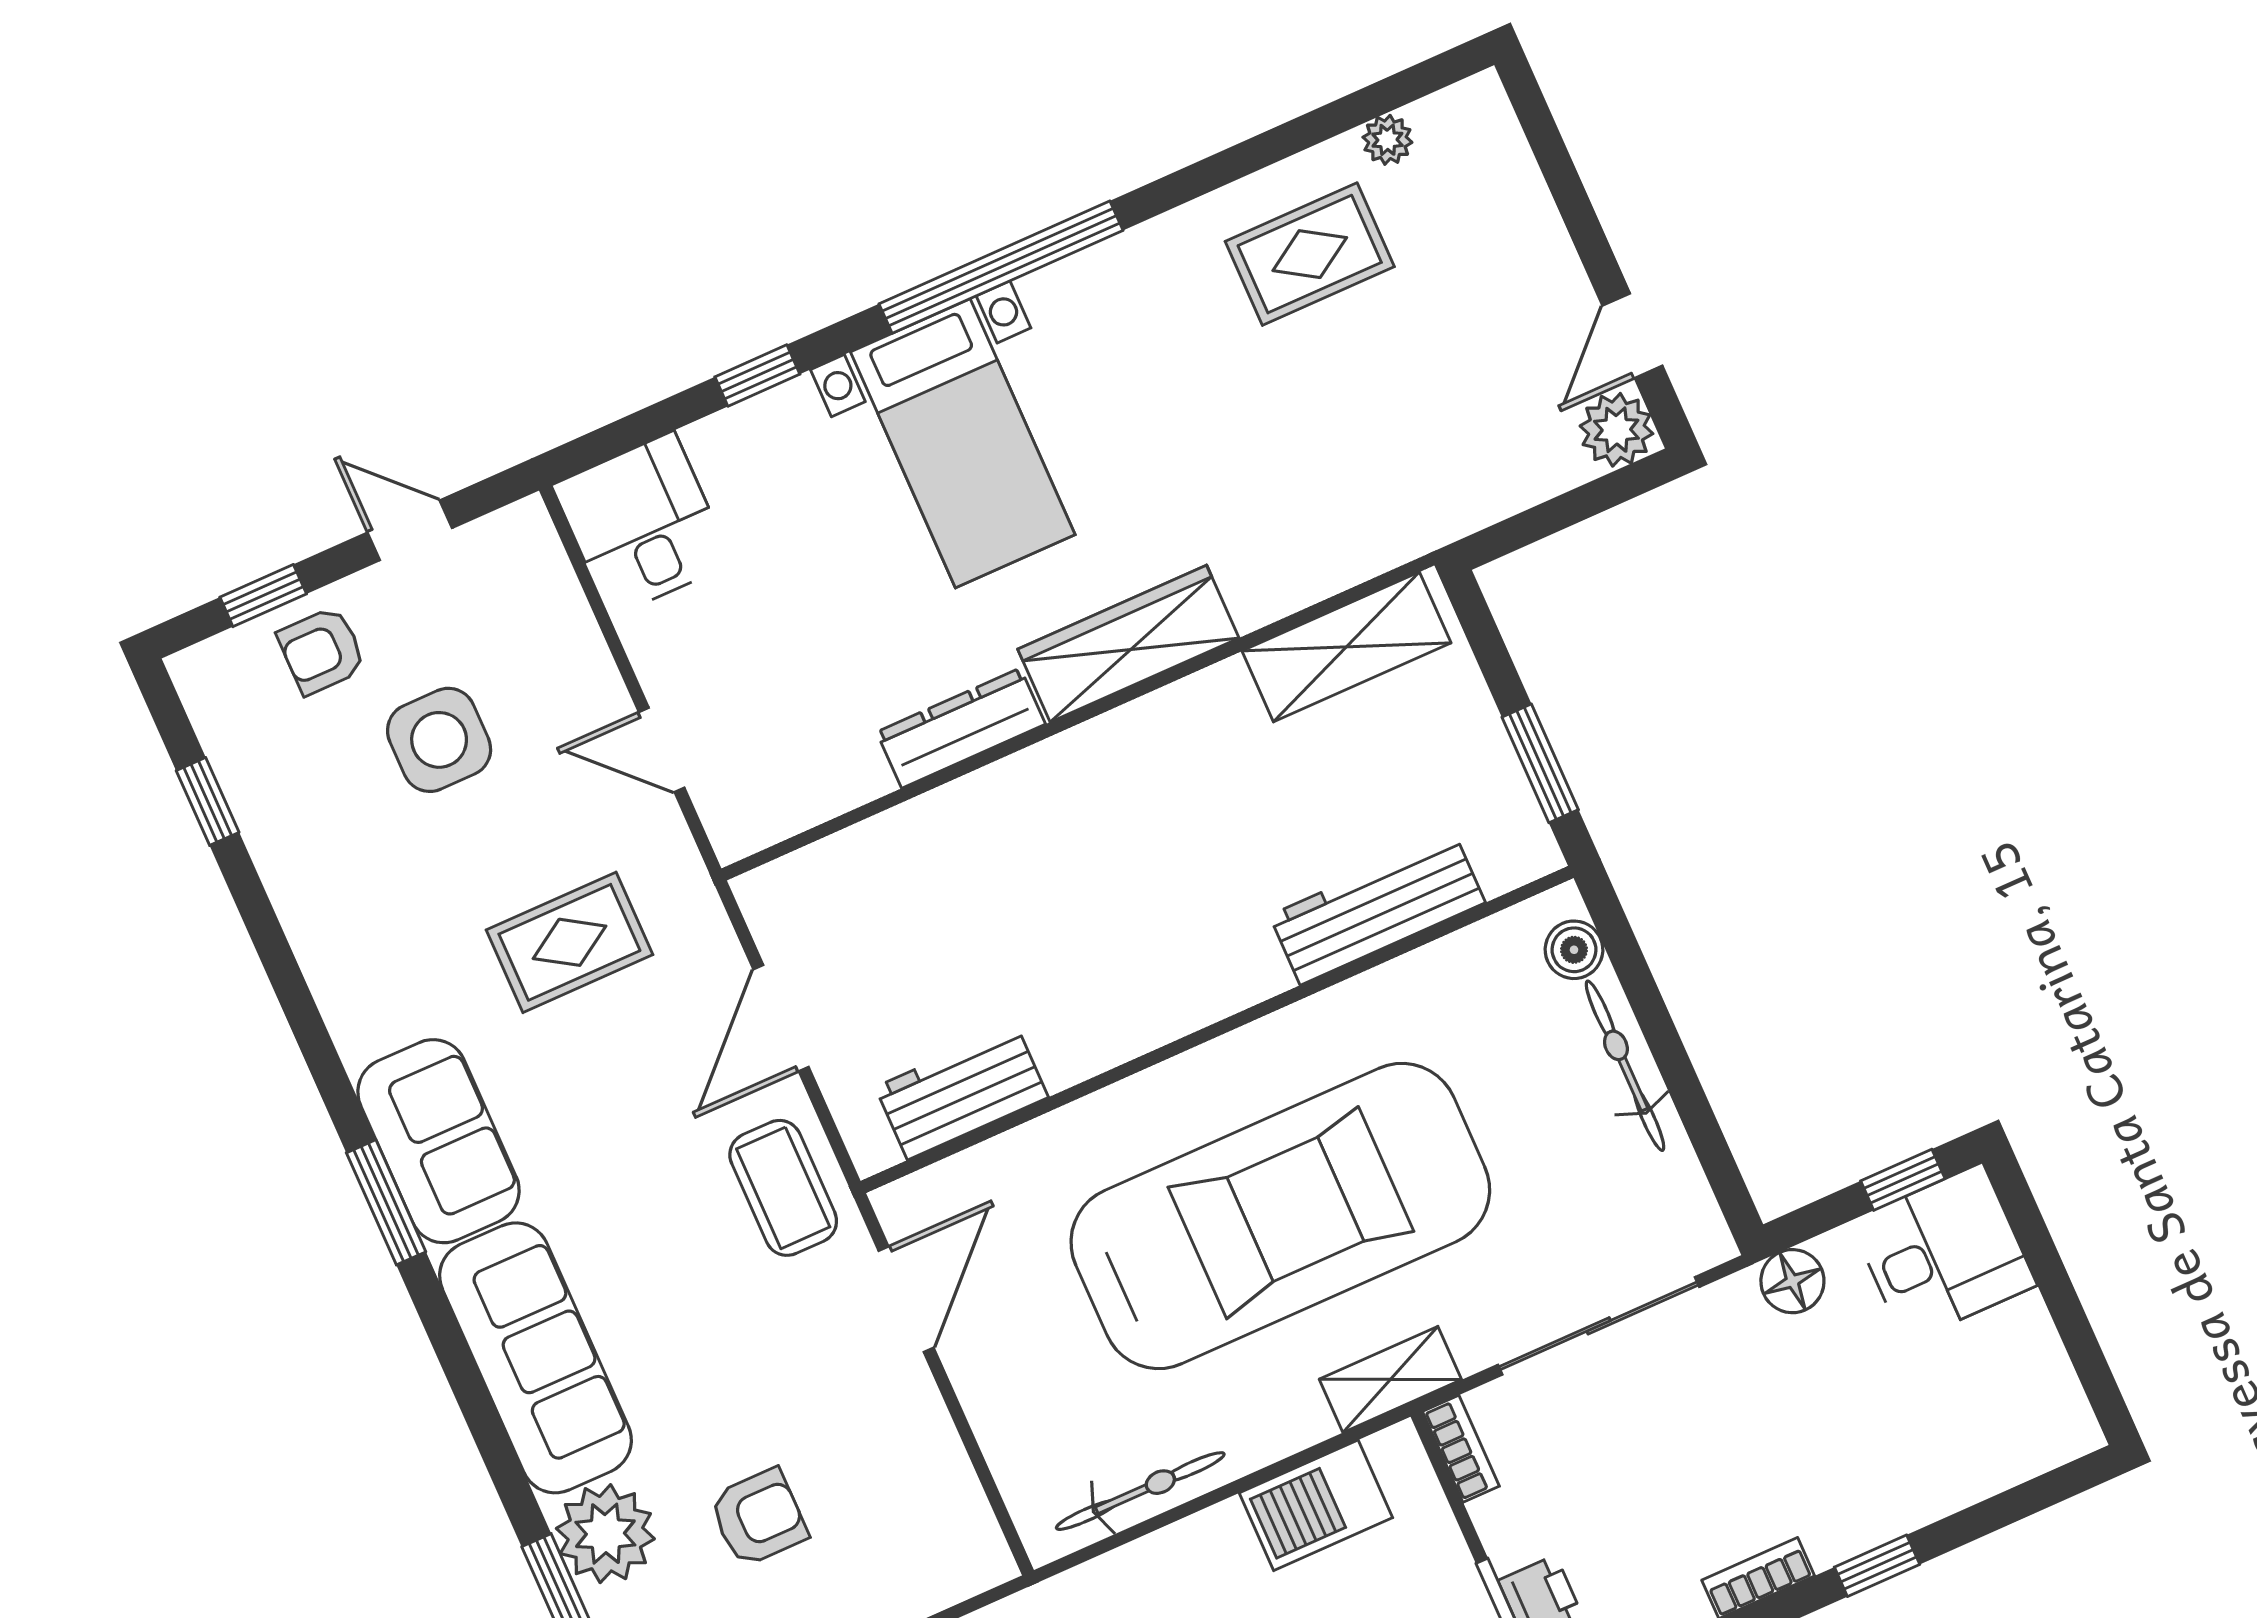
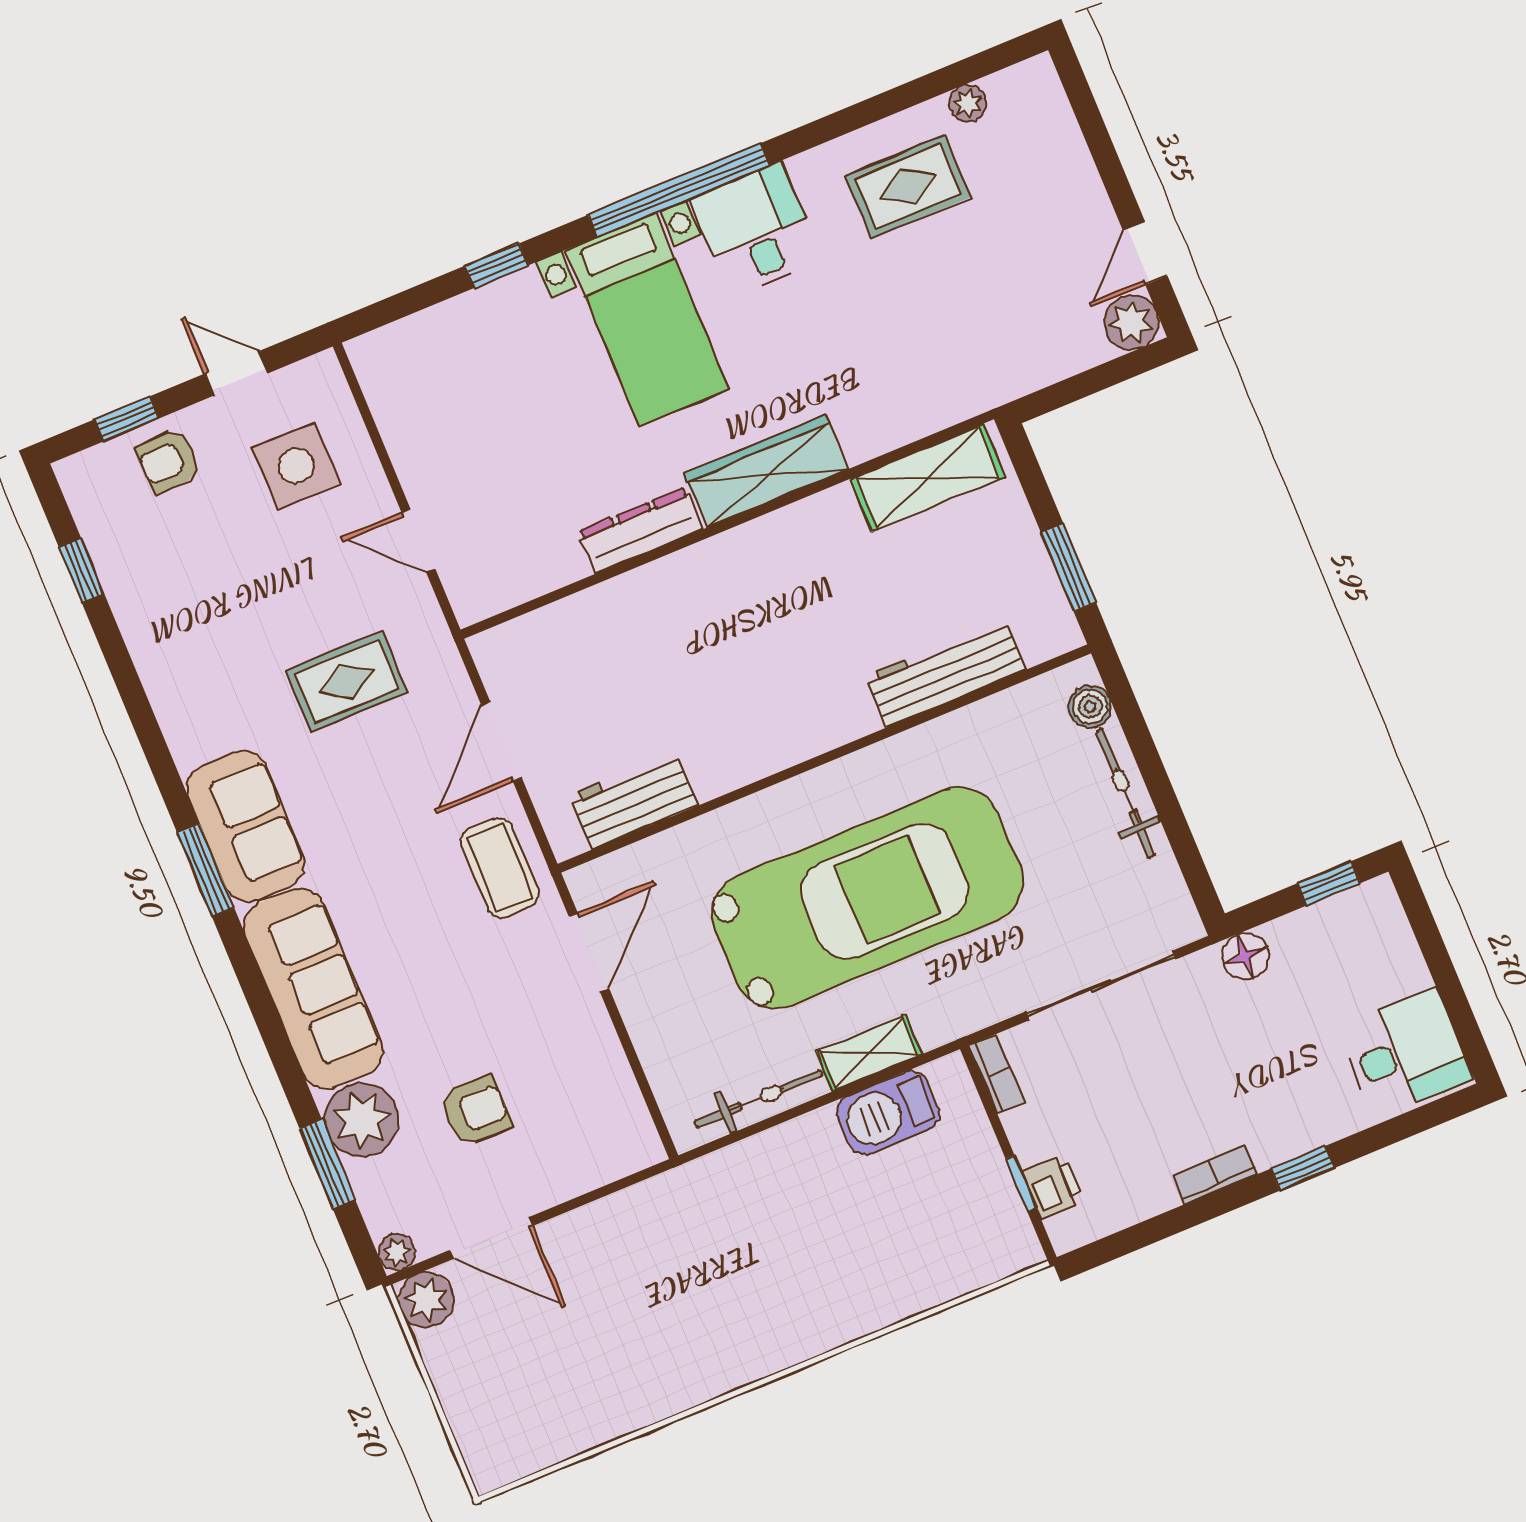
desk: (642, 524) -> (756, 230), moved
side table: (439, 740) -> (296, 466), moved
desk: (1944, 1253) -> (1405, 1053), moved
shelving: (1390, 1379) -> (869, 1053), moved

